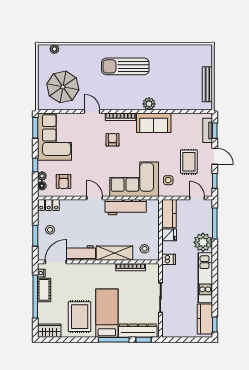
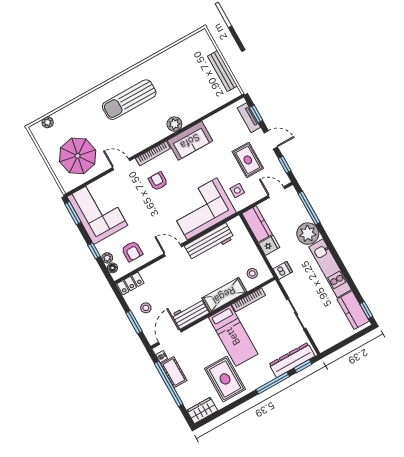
bed: (107, 313) -> (233, 336), moved, turned 180

